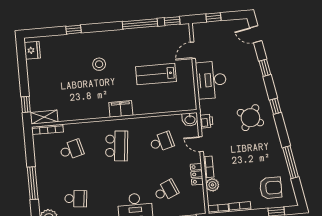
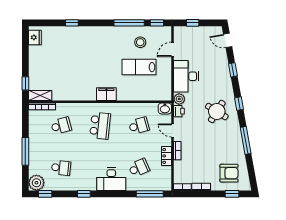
stool: (99, 64) -> (140, 42), moved
window: (291, 162) -> (246, 140), moved
plant: (212, 185) -> (179, 99), moved

